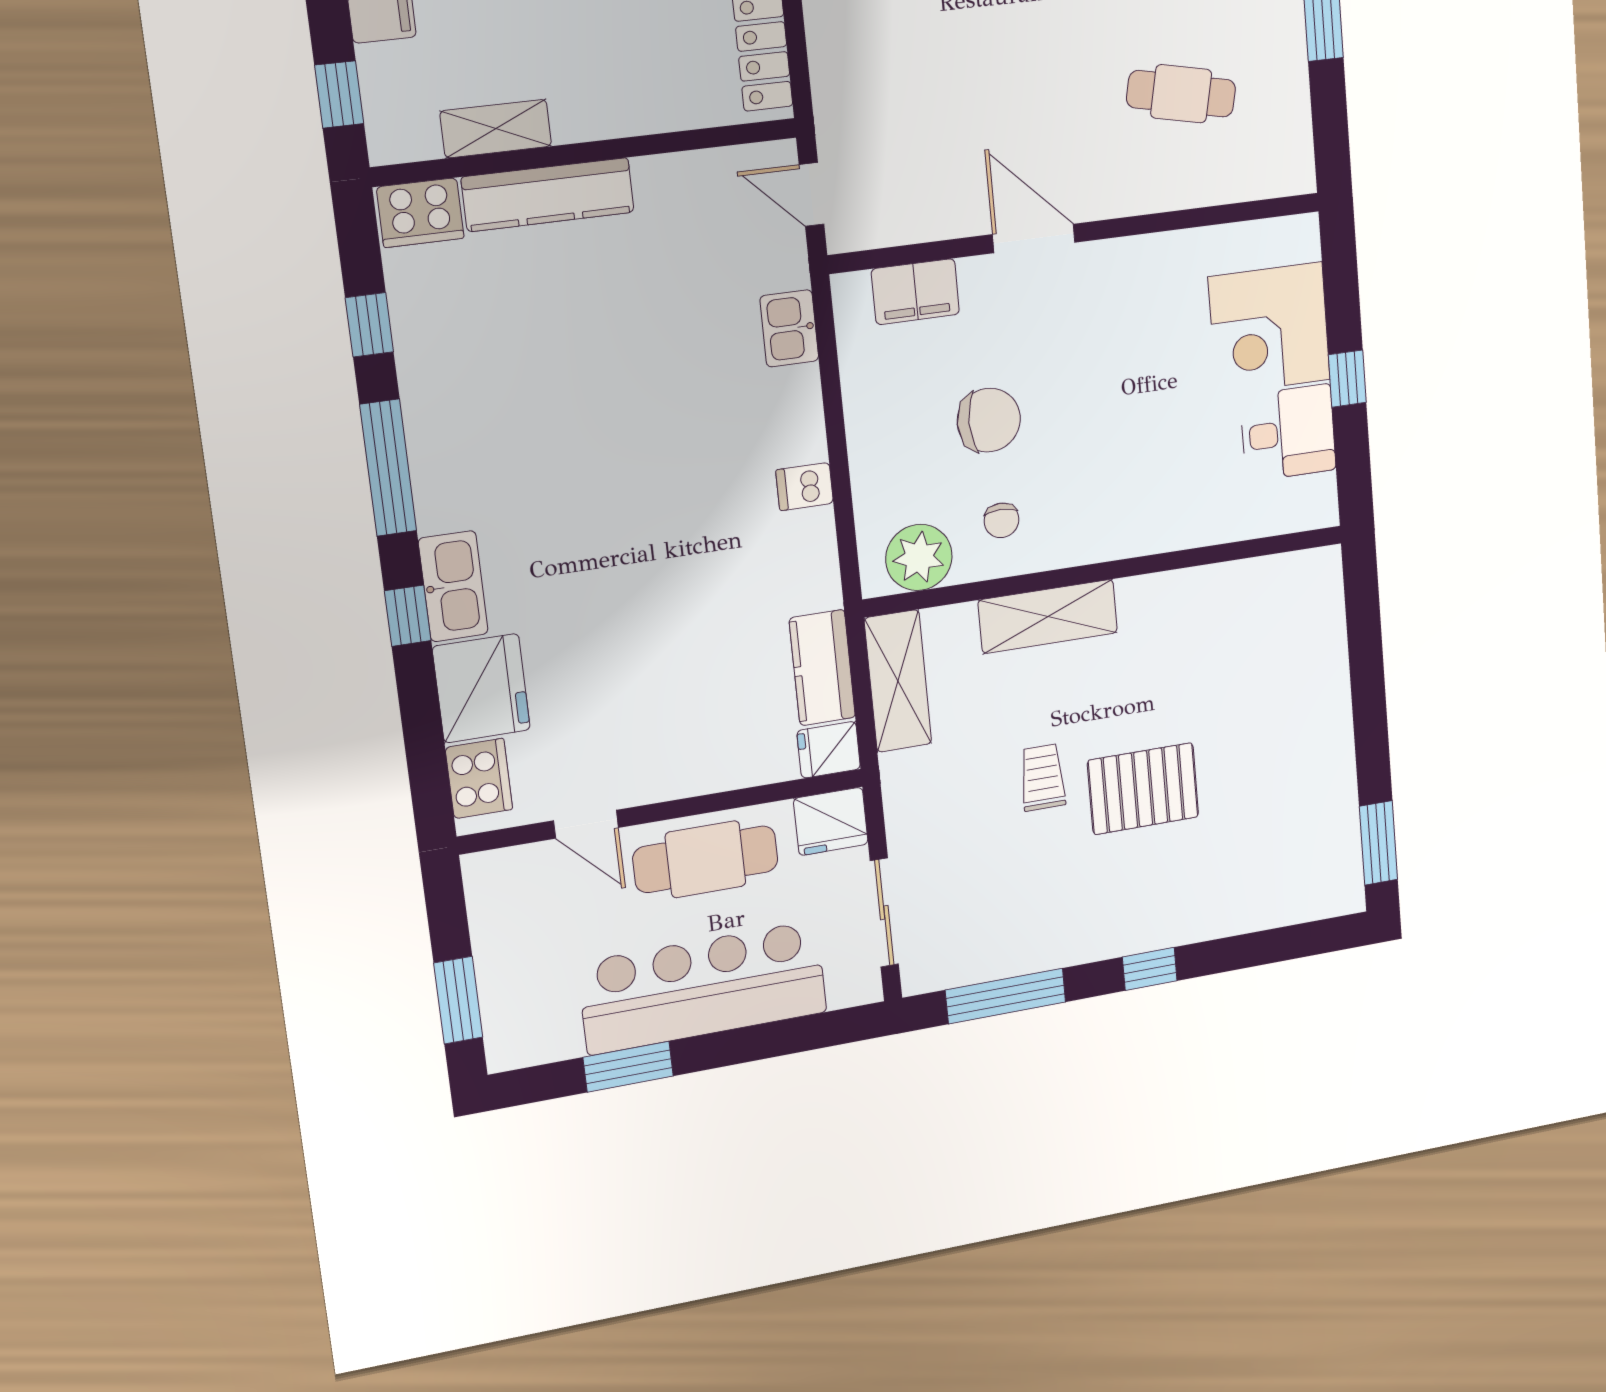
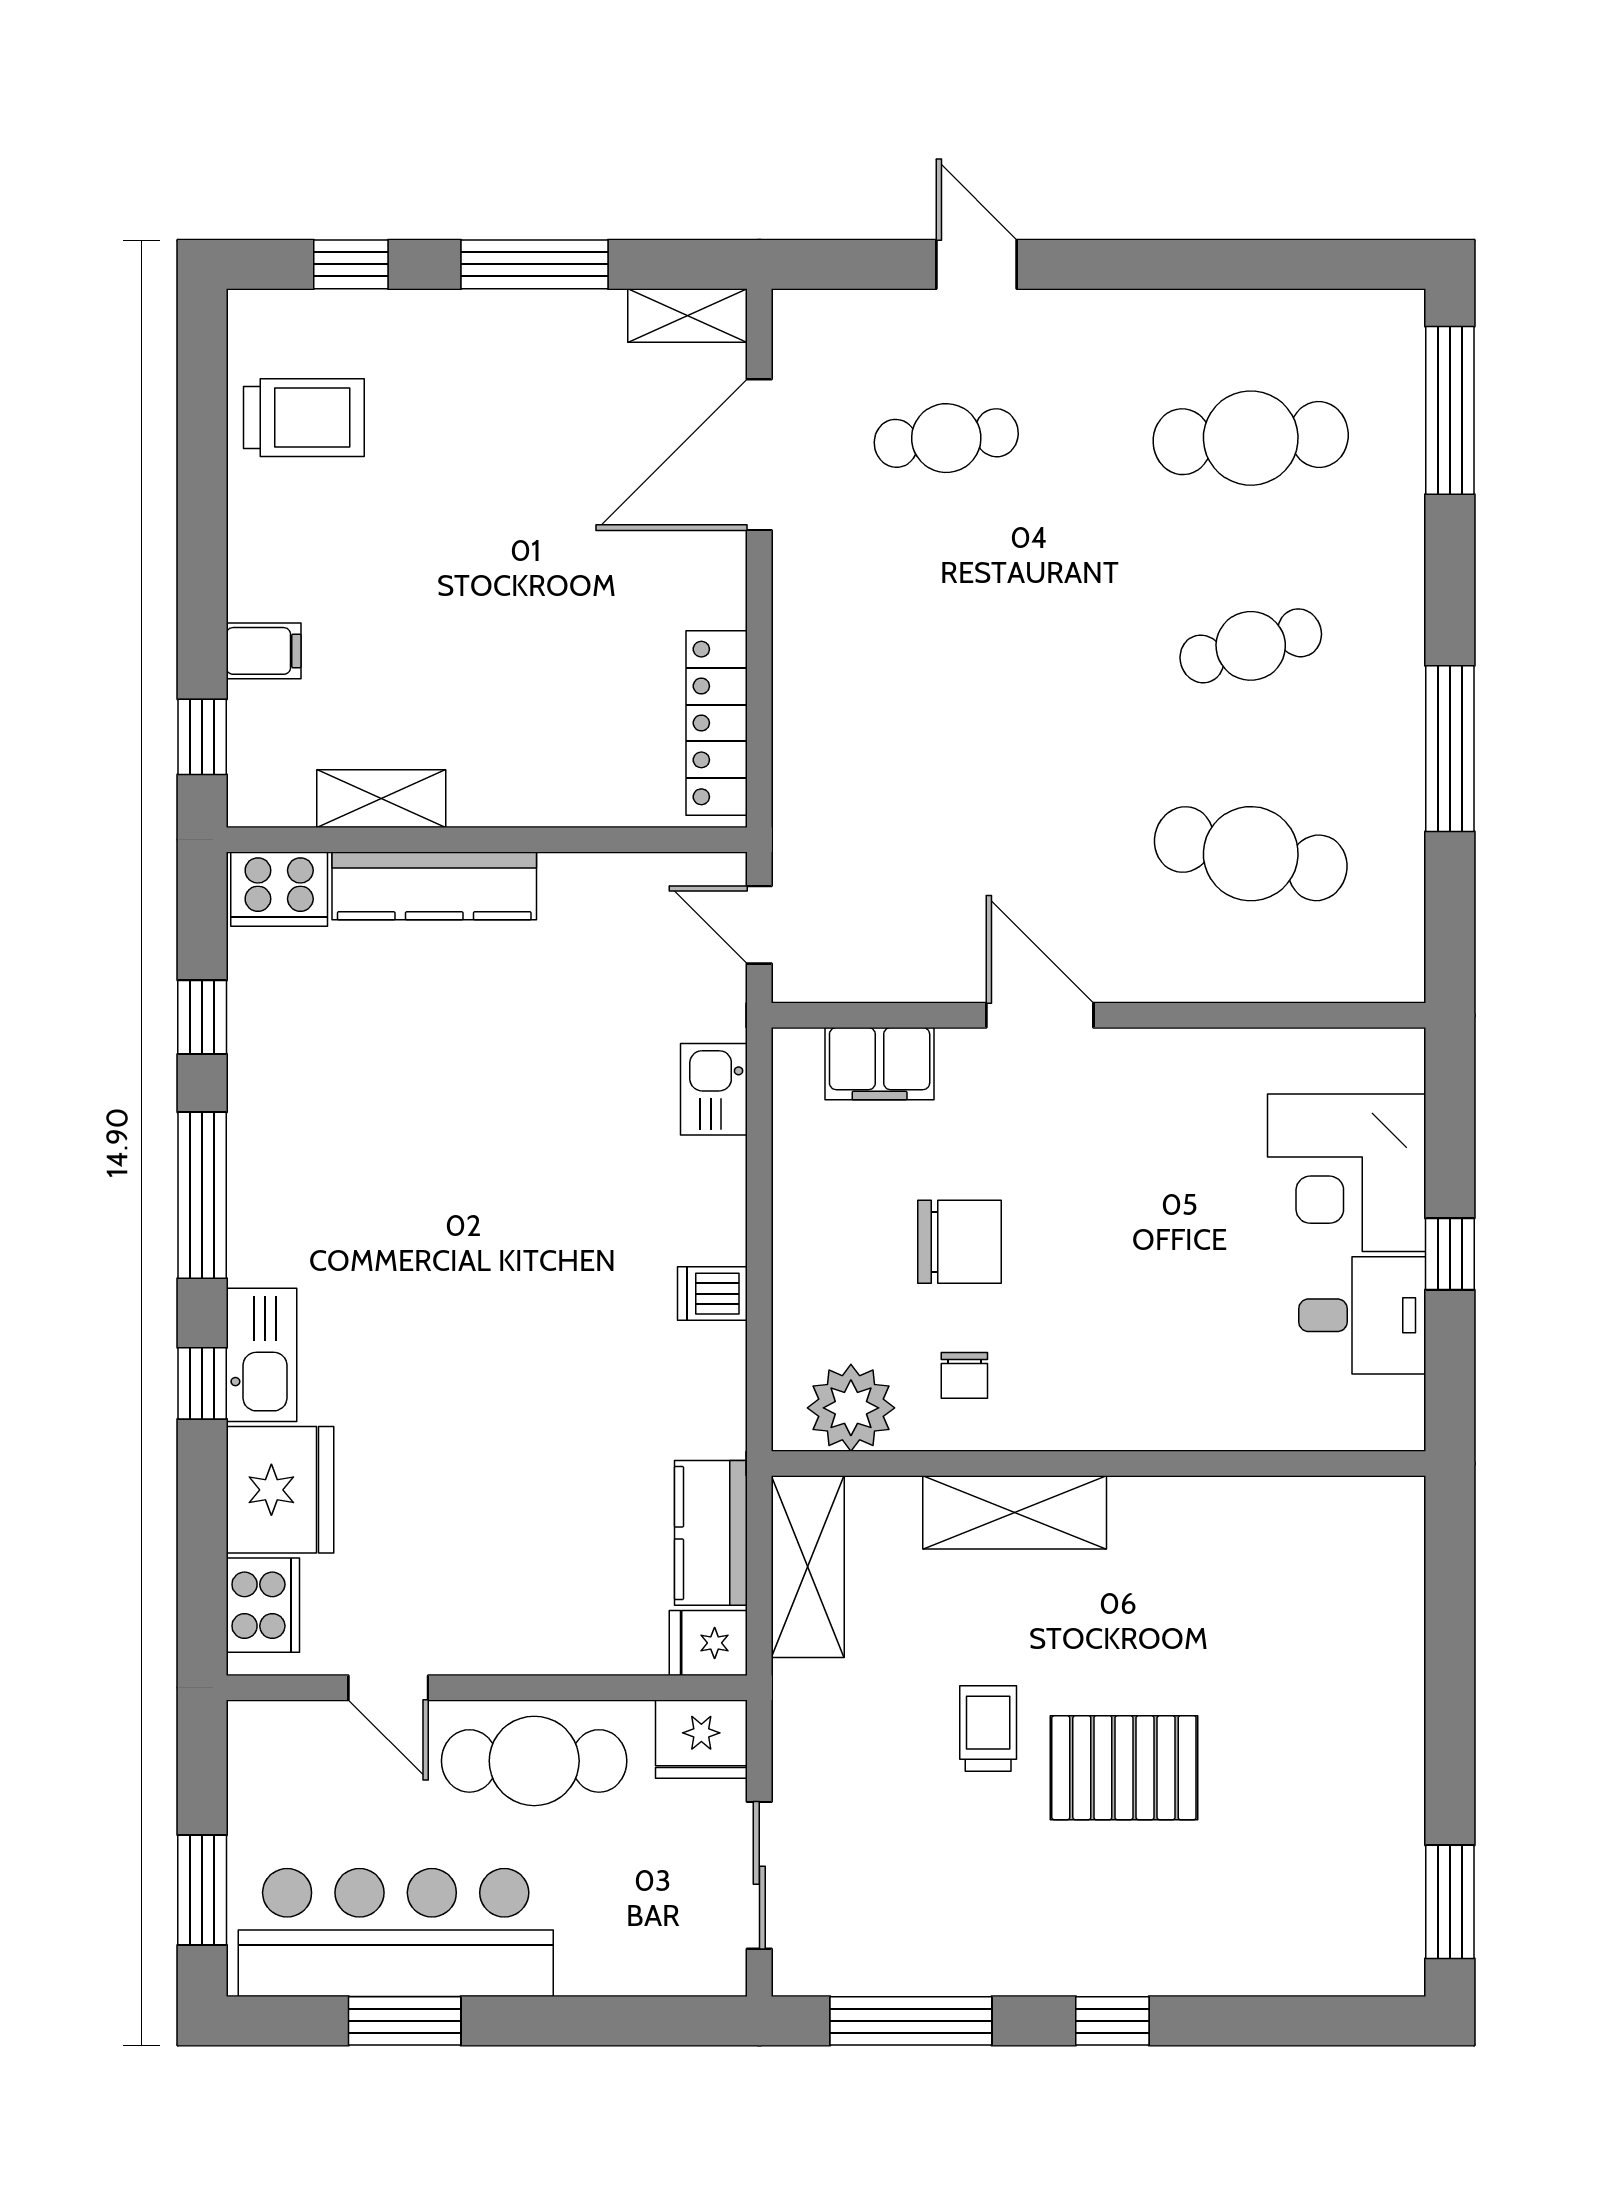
cafe table: (1181, 94) -> (1251, 854), width x1.37, depth x1.35
bar counter: (703, 988) -> (396, 1932), moved

